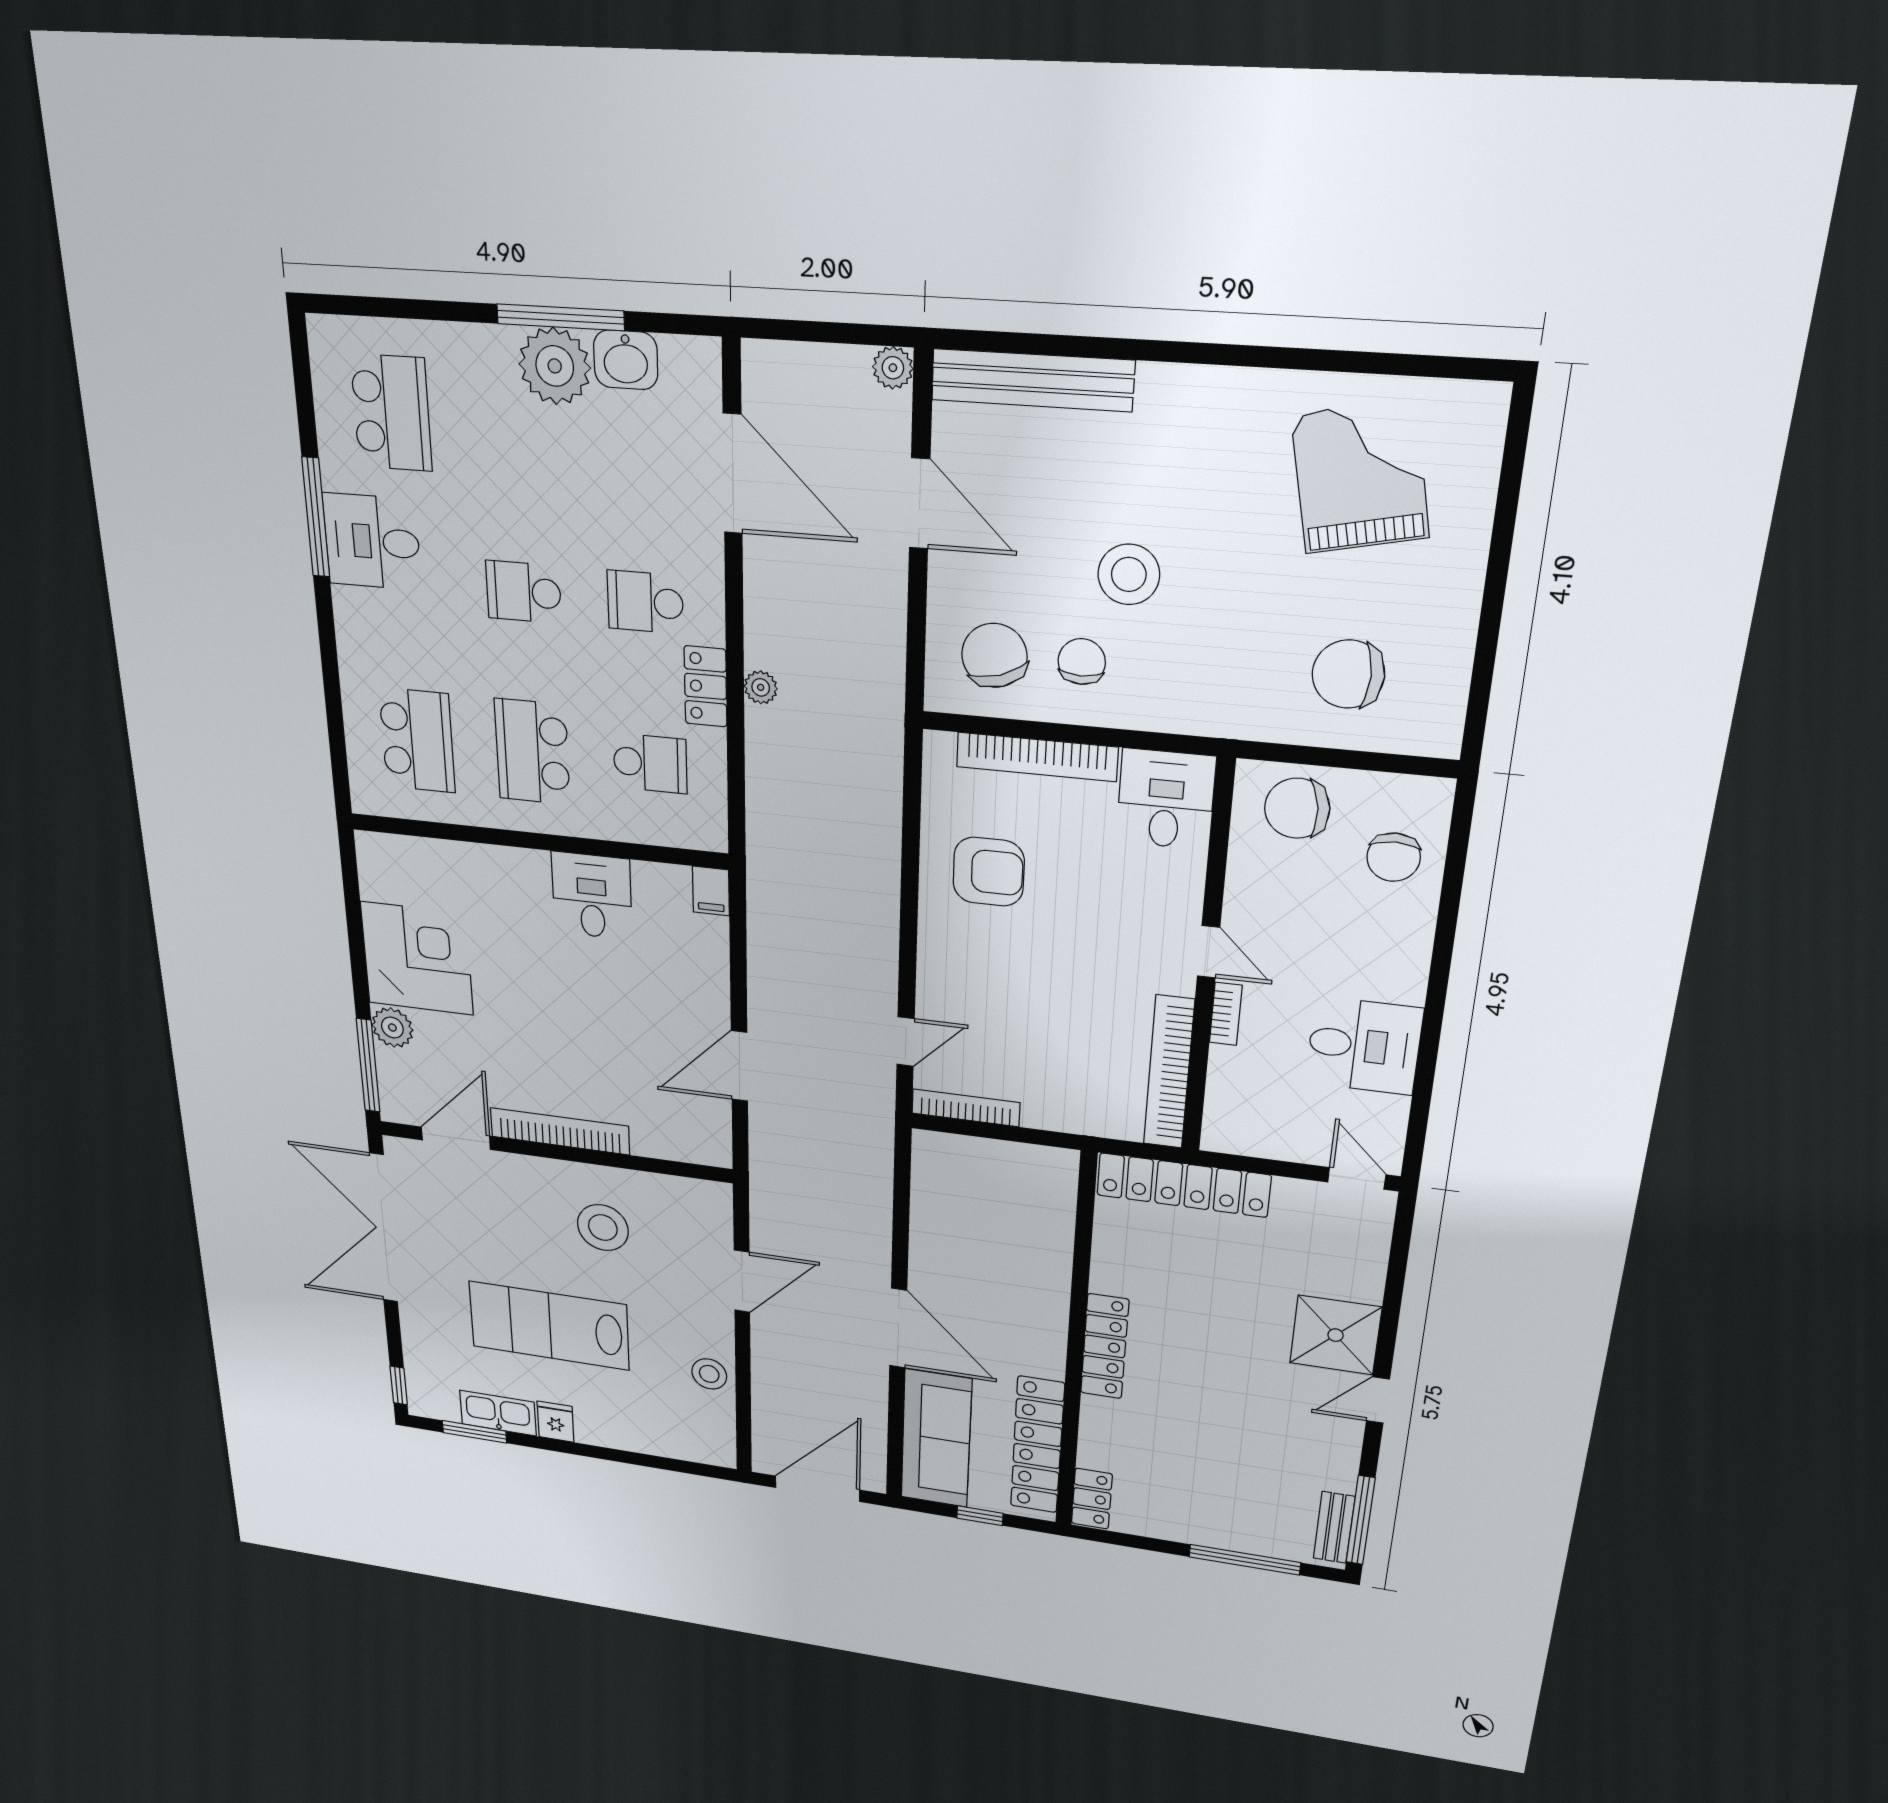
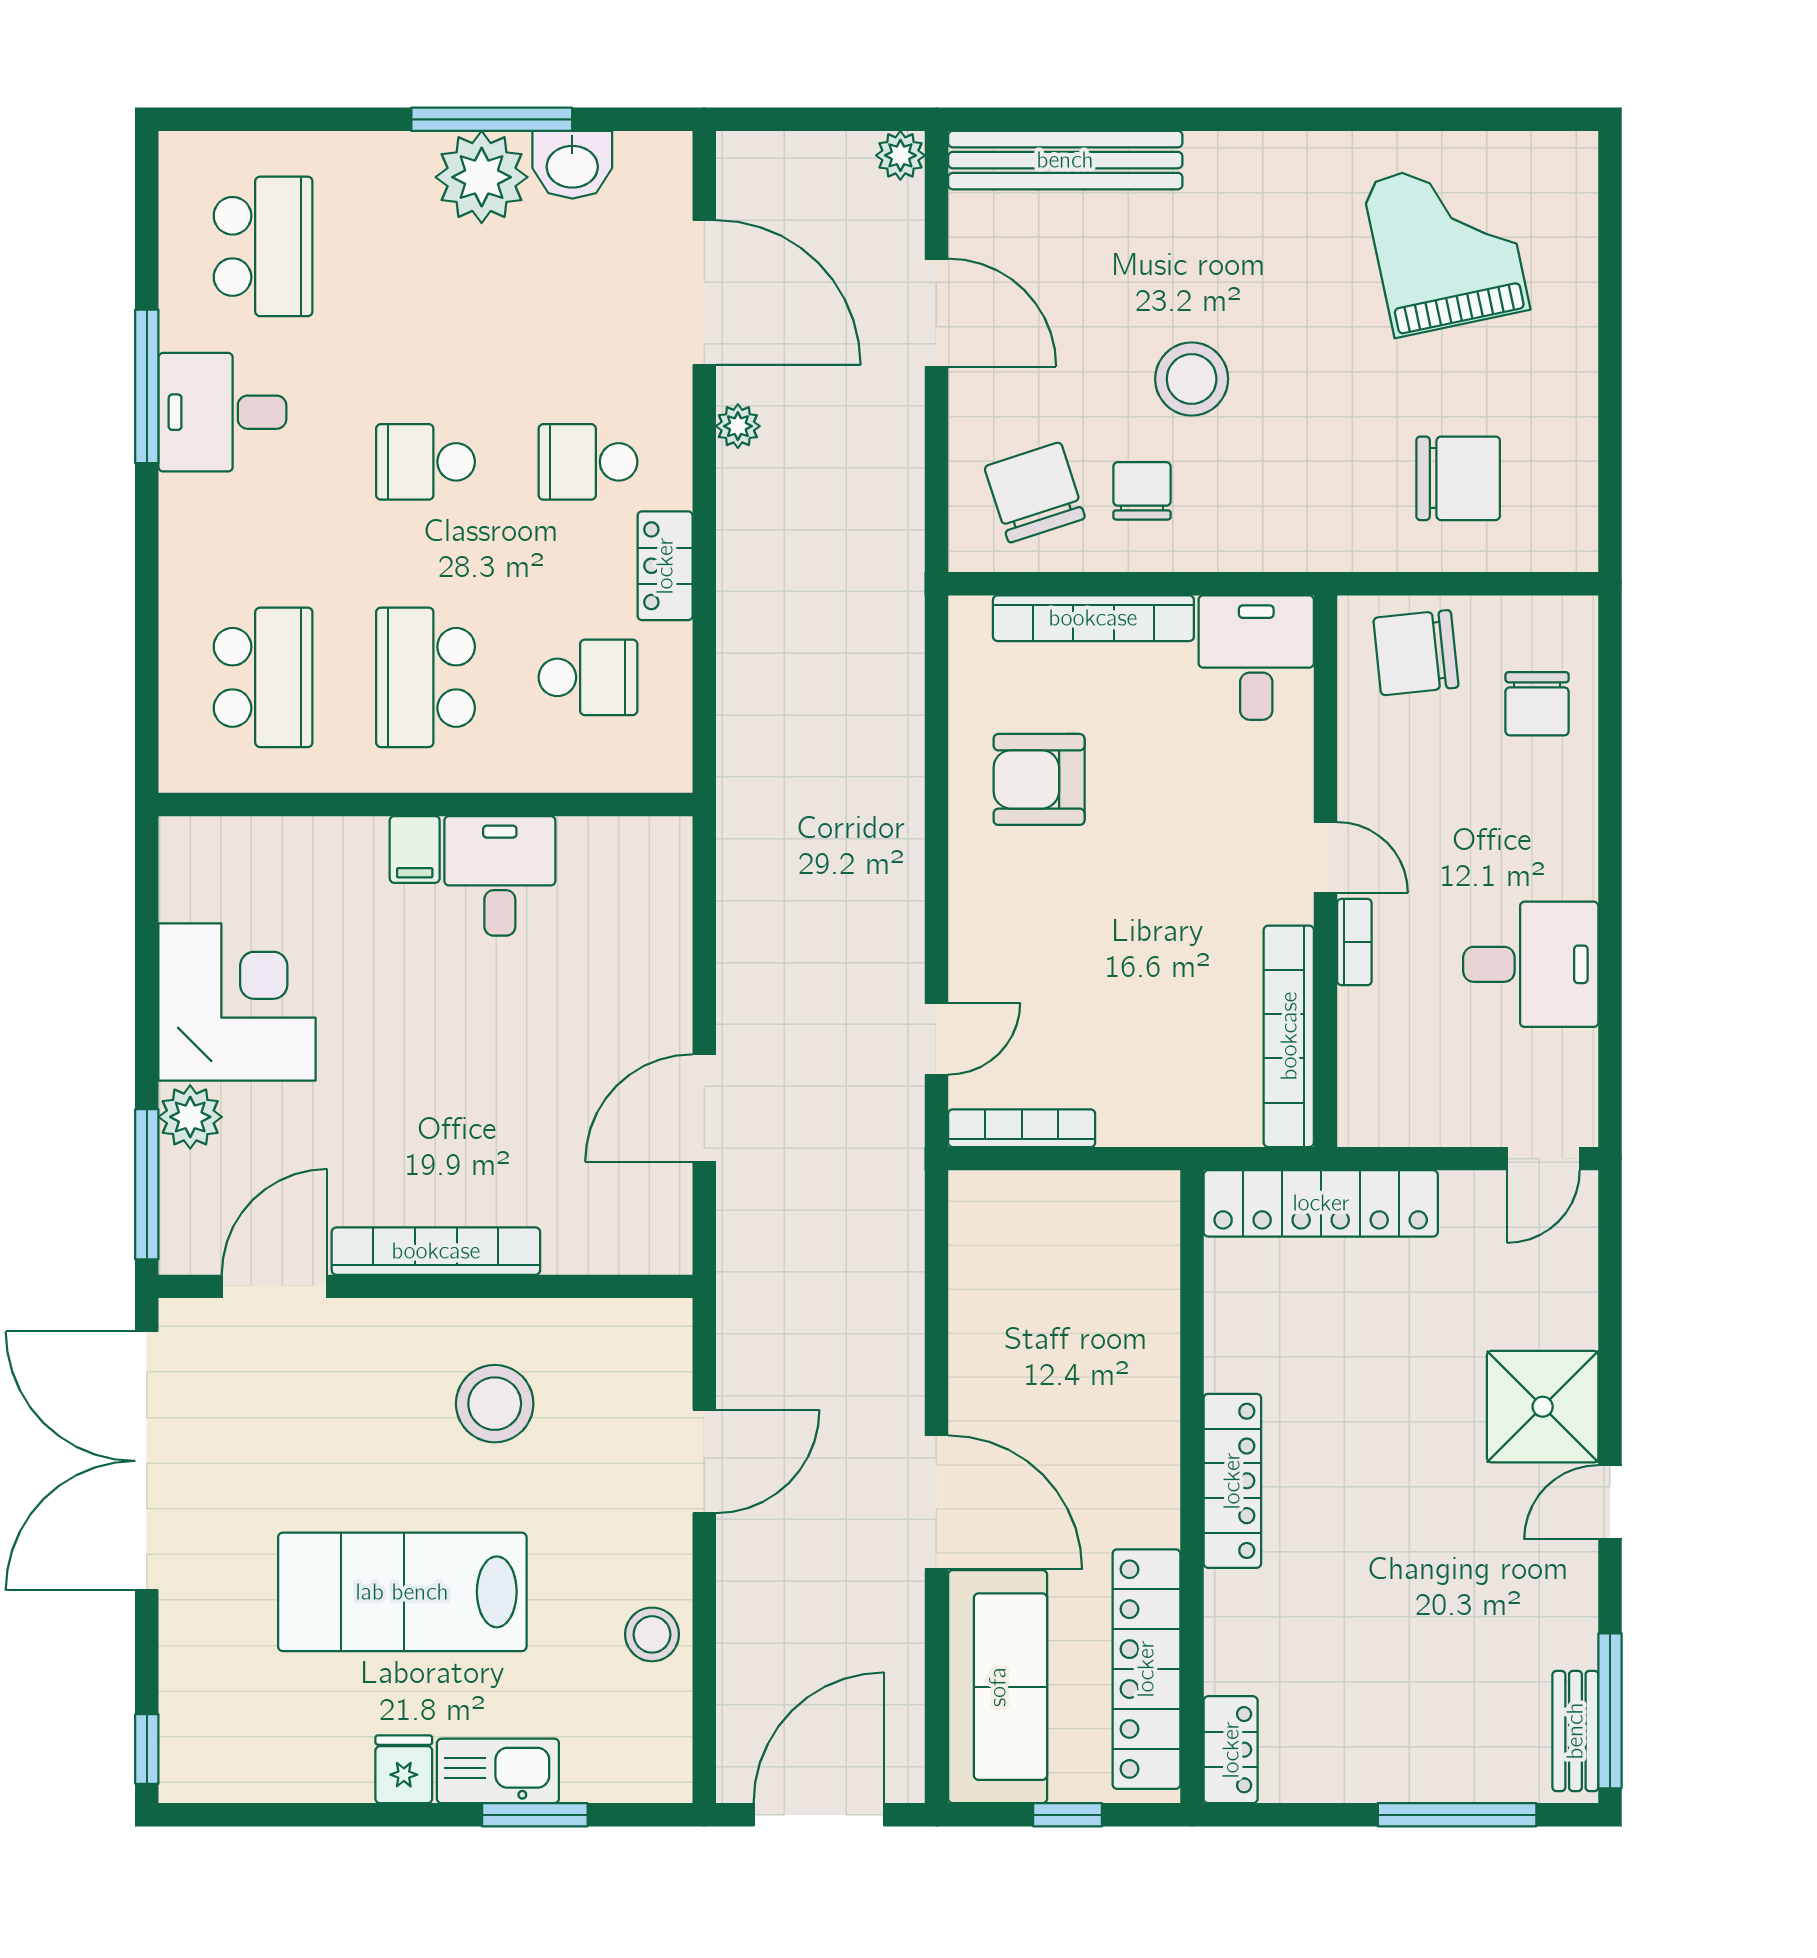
chair: (1348, 674) -> (1458, 478), turned 180
plant: (761, 687) -> (738, 426), moved
armchair: (989, 872) -> (1039, 779), turned 180
filing cabinet: (711, 891) -> (415, 849), moved
door: (1357, 1178) -> (1543, 1159), swing flipped
kitchen sink: (498, 1413) -> (498, 1771), moved
window: (474, 1432) -> (535, 1815), moved

